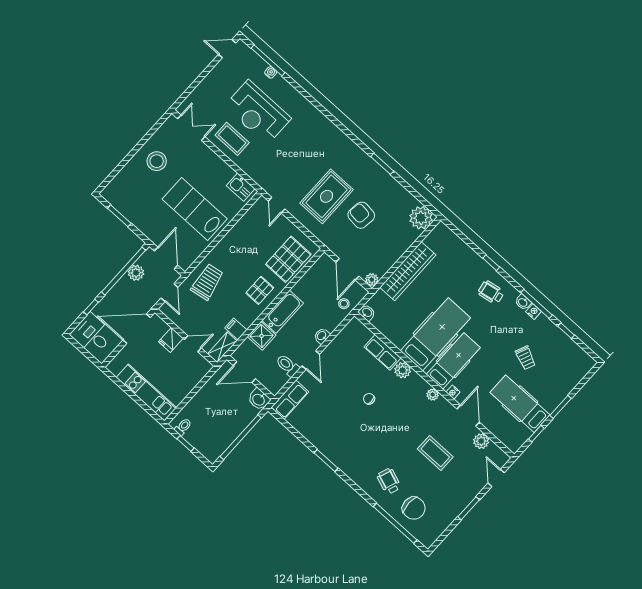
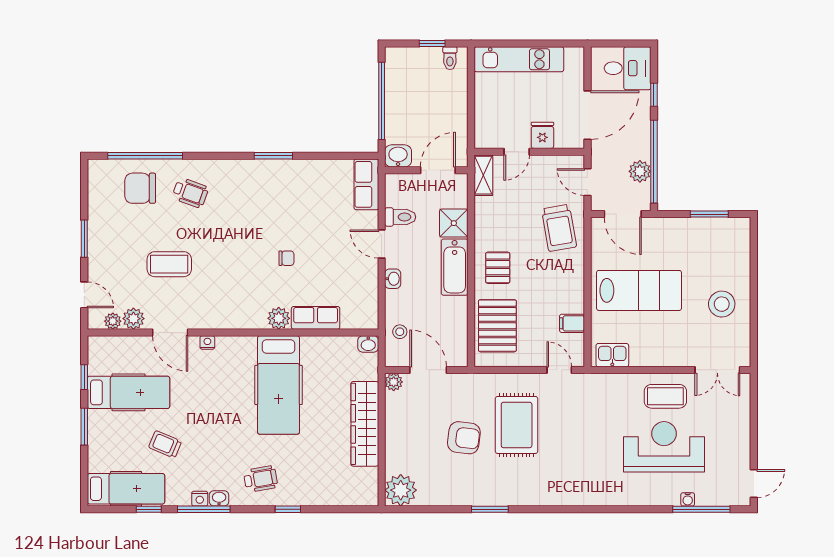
filing cabinet: (236, 329) -> (572, 323), moved, turned 180
hospital bed: (453, 361) -> (126, 489), moved, turned -90
plant: (433, 395) -> (113, 321), moved

